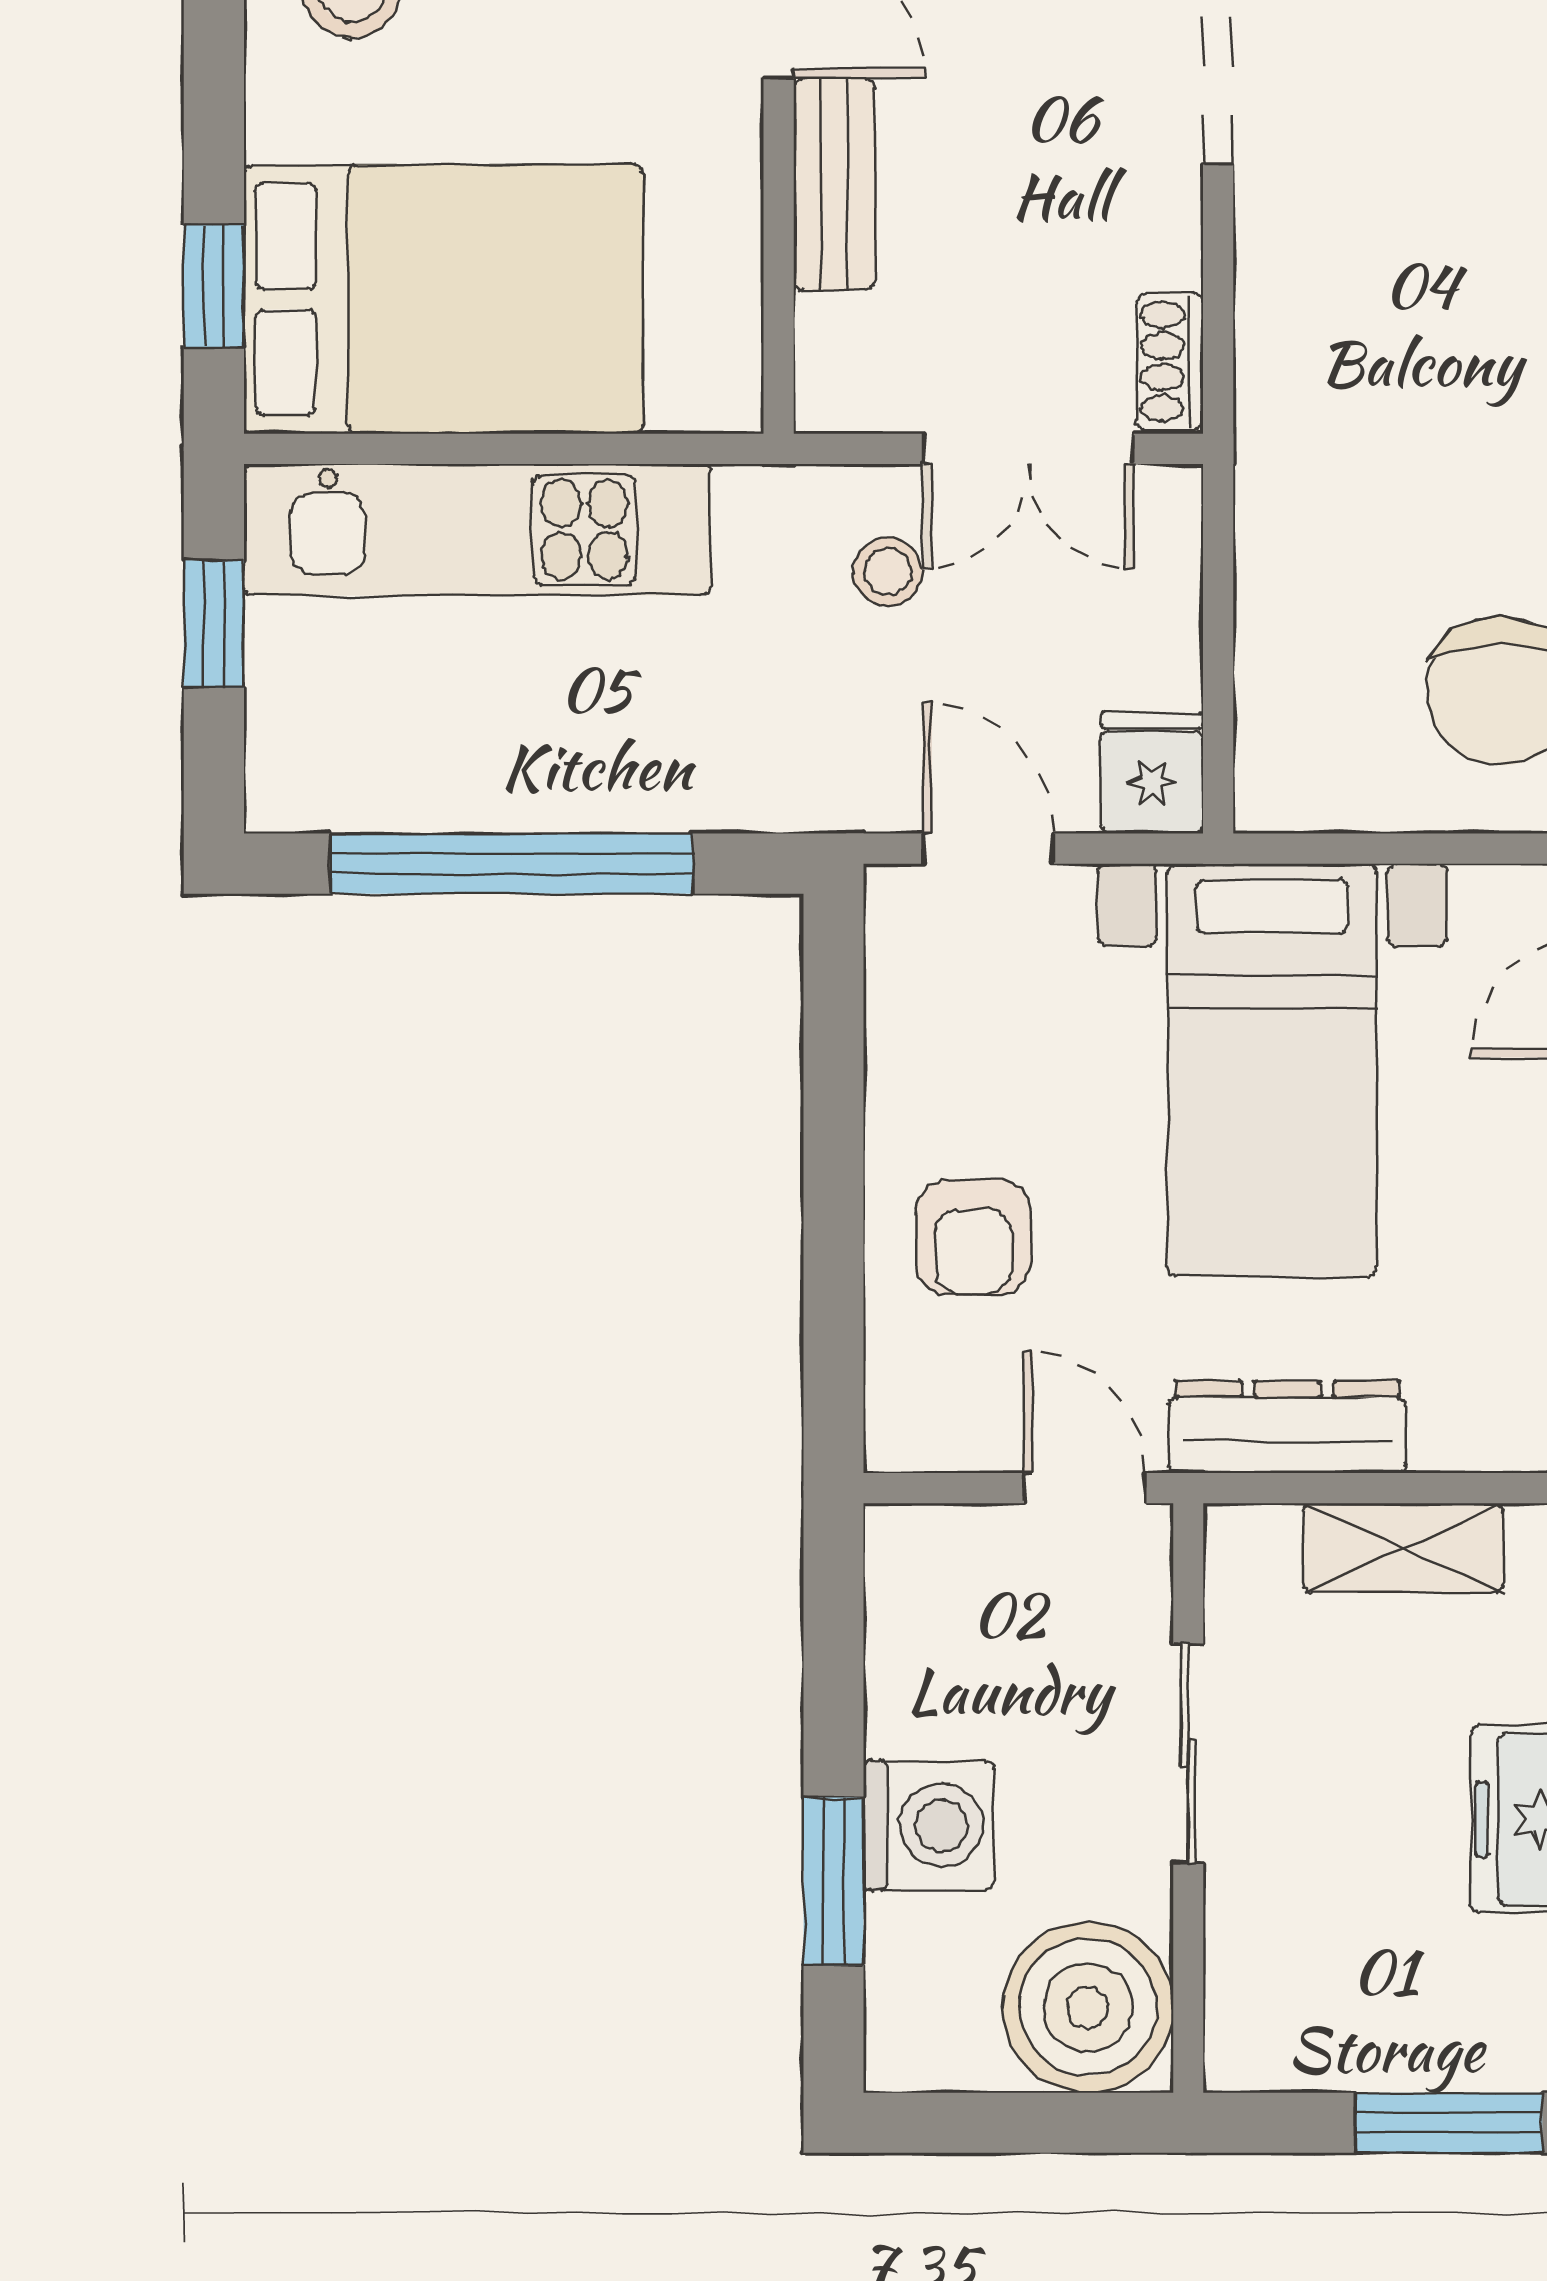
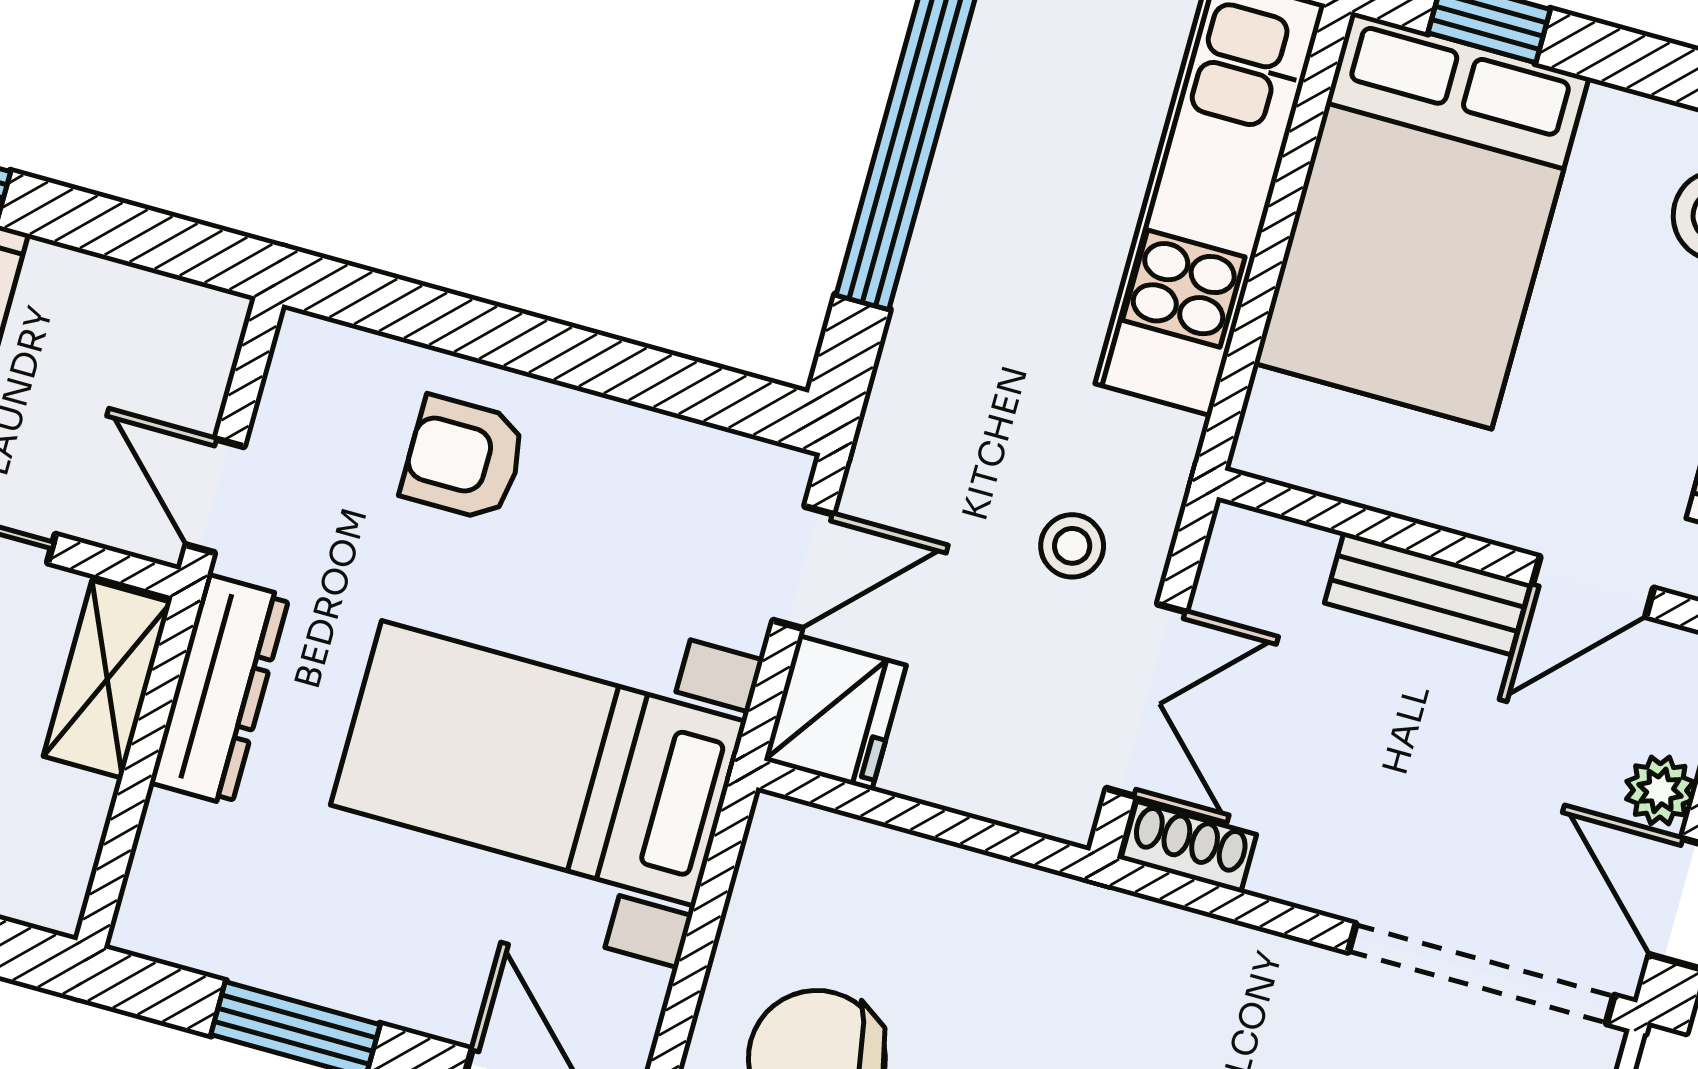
double door: (1028, 449) -> (1146, 700), swing flipped
fridge: (1152, 773) -> (835, 713), width x1.38
door: (1085, 1488) -> (215, 496), swing flipped
shelving: (1403, 1548) -> (107, 679), moved

